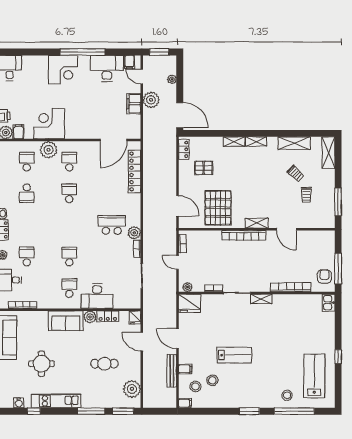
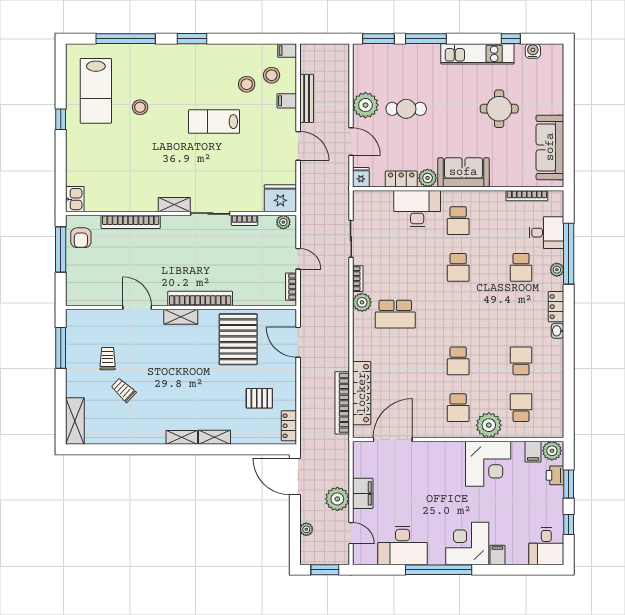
filing cabinet: (129, 62) -> (497, 555), moved
shelving: (294, 143) -> (126, 435), removed
school desk: (27, 162) -> (521, 408), turned 180
bookcase: (148, 165) -> (342, 403), added
plant: (132, 389) -> (365, 105), moved
stool: (287, 395) -> (140, 107), moved

